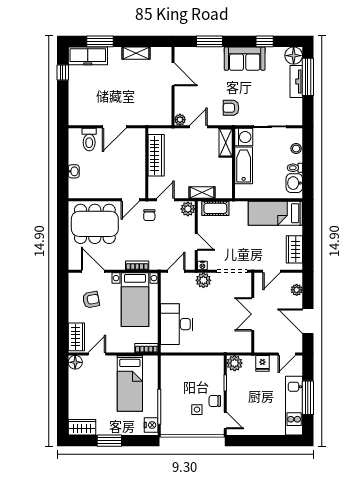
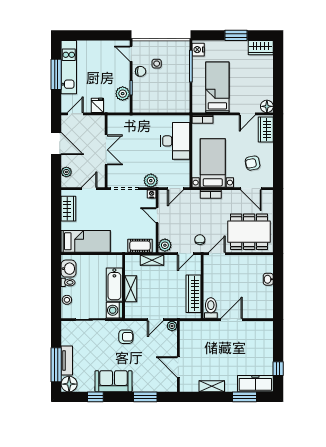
toilet: (89, 140) -> (211, 308), moved
shelving: (226, 143) -> (131, 289), moved
plant: (235, 363) -> (123, 94), moved

